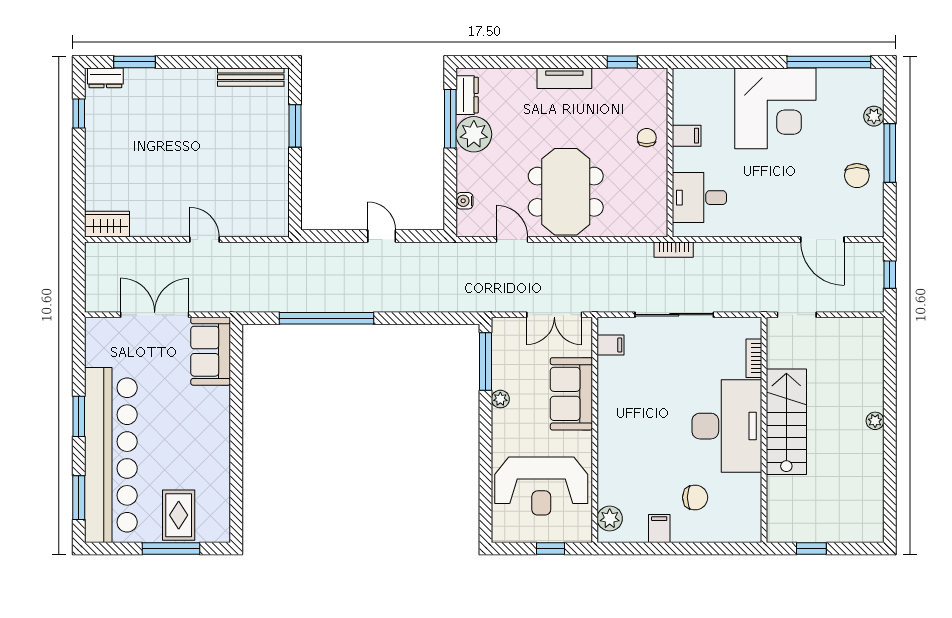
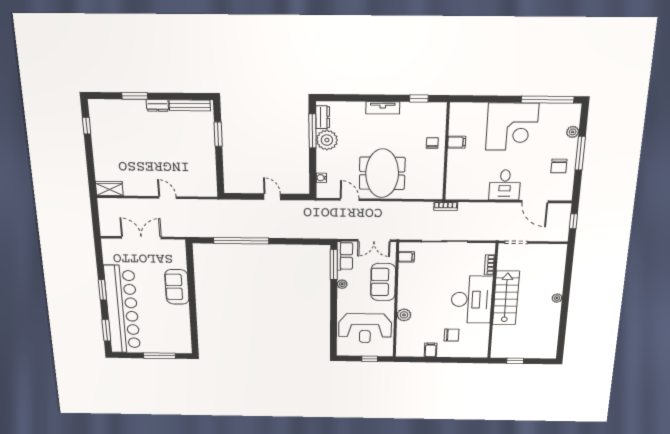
window: (134, 62) -> (135, 96), moved
dresser: (105, 78) -> (157, 105), moved
desk: (699, 198) -> (505, 185), moved, turned -90
row of seats: (505, 345) -> (345, 256), added
sofa: (211, 351) -> (177, 287), moved
rug: (179, 515) -> (163, 340), removed
plant: (610, 519) -> (404, 315), moved

